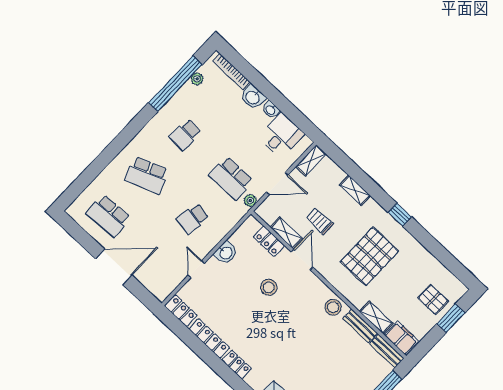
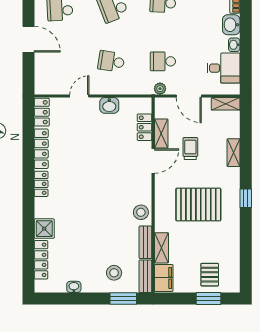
school desk: (231, 178) -> (163, 61), width x0.54
door: (114, 267) -> (28, 39), width x0.73
stool: (269, 287) -> (114, 273), moved

